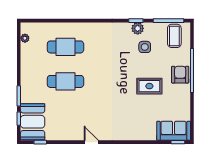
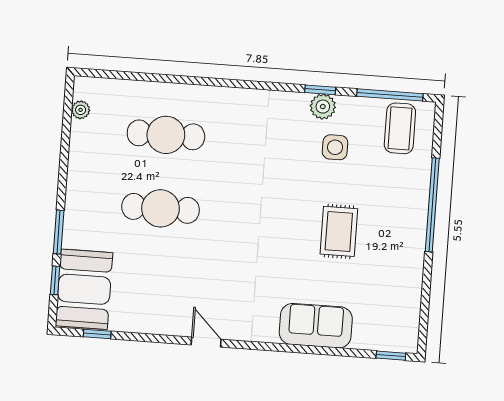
armchair: (180, 75) -> (406, 212), removed
rug: (149, 86) -> (339, 231), turned 90
sofa: (174, 131) -> (316, 326), moved

